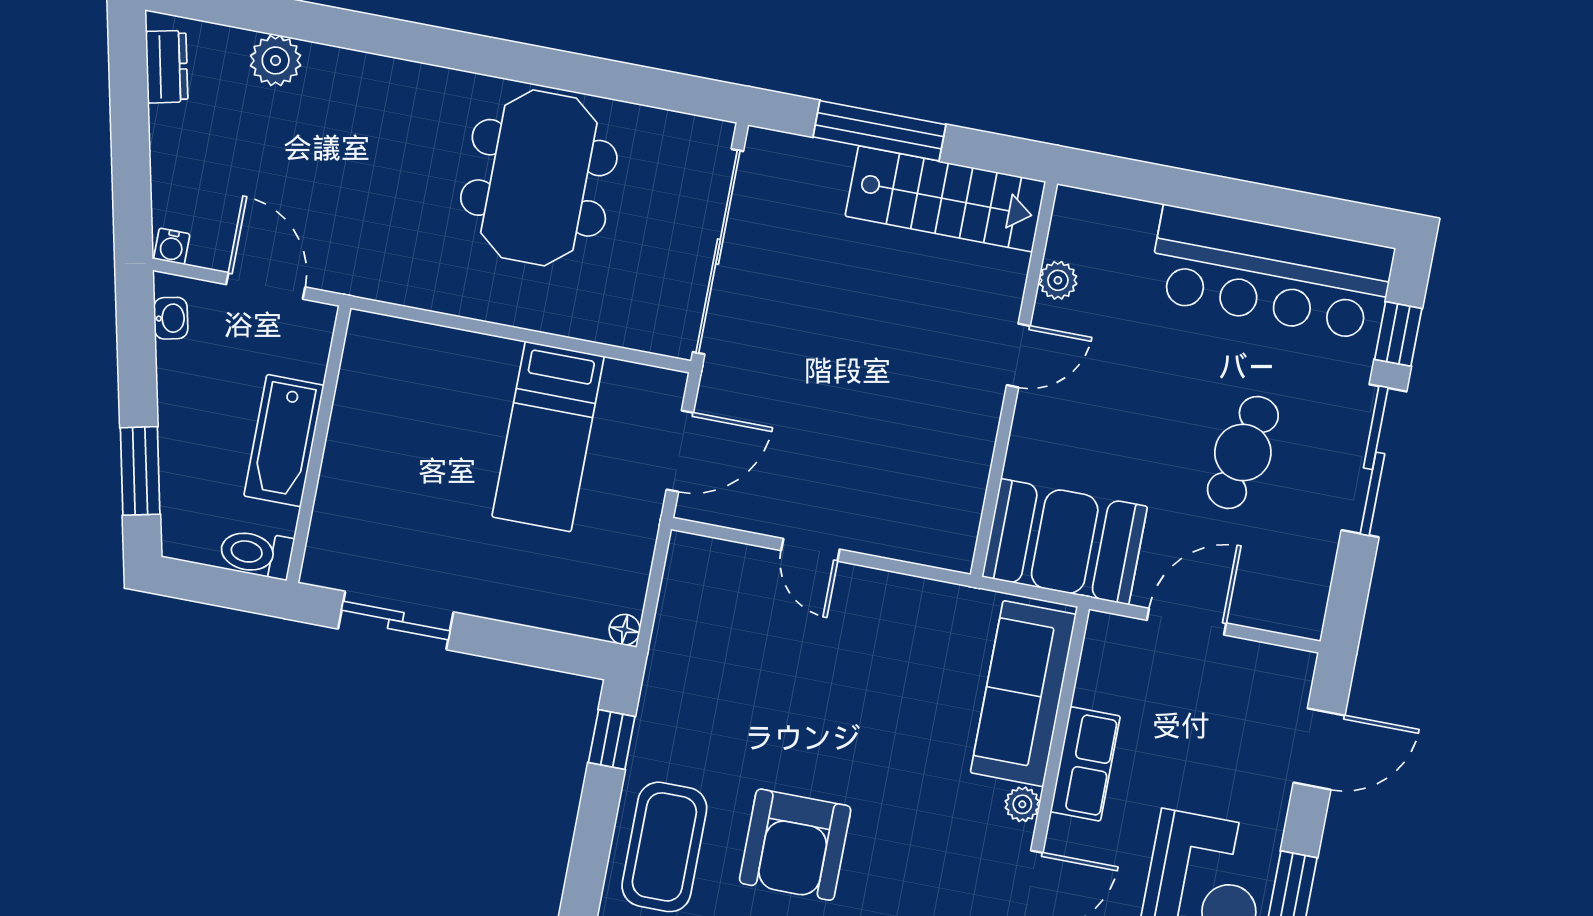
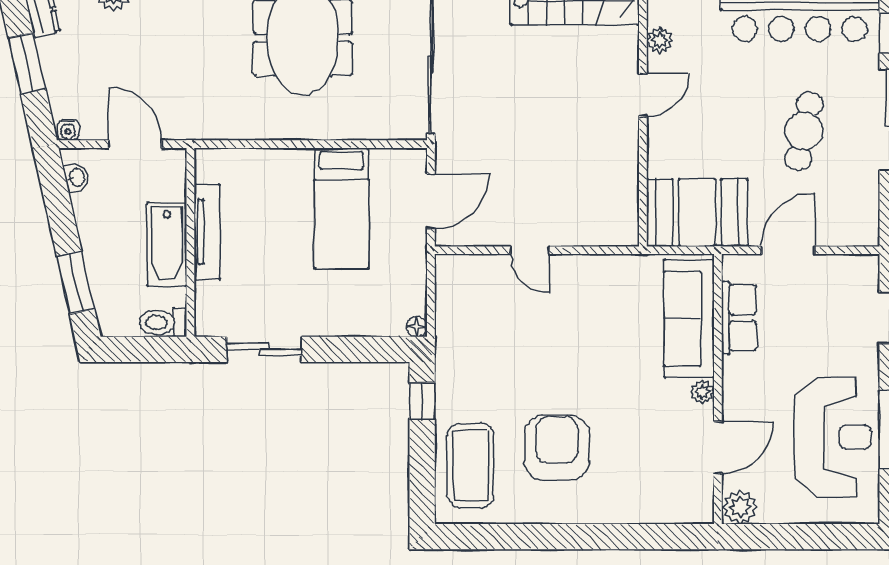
window: (130, 138) -> (27, 63), added
tv unit: (346, 434) -> (207, 232), added
row of seats: (1085, 764) -> (739, 318), moved
armchair: (795, 845) -> (557, 448), turned 180

